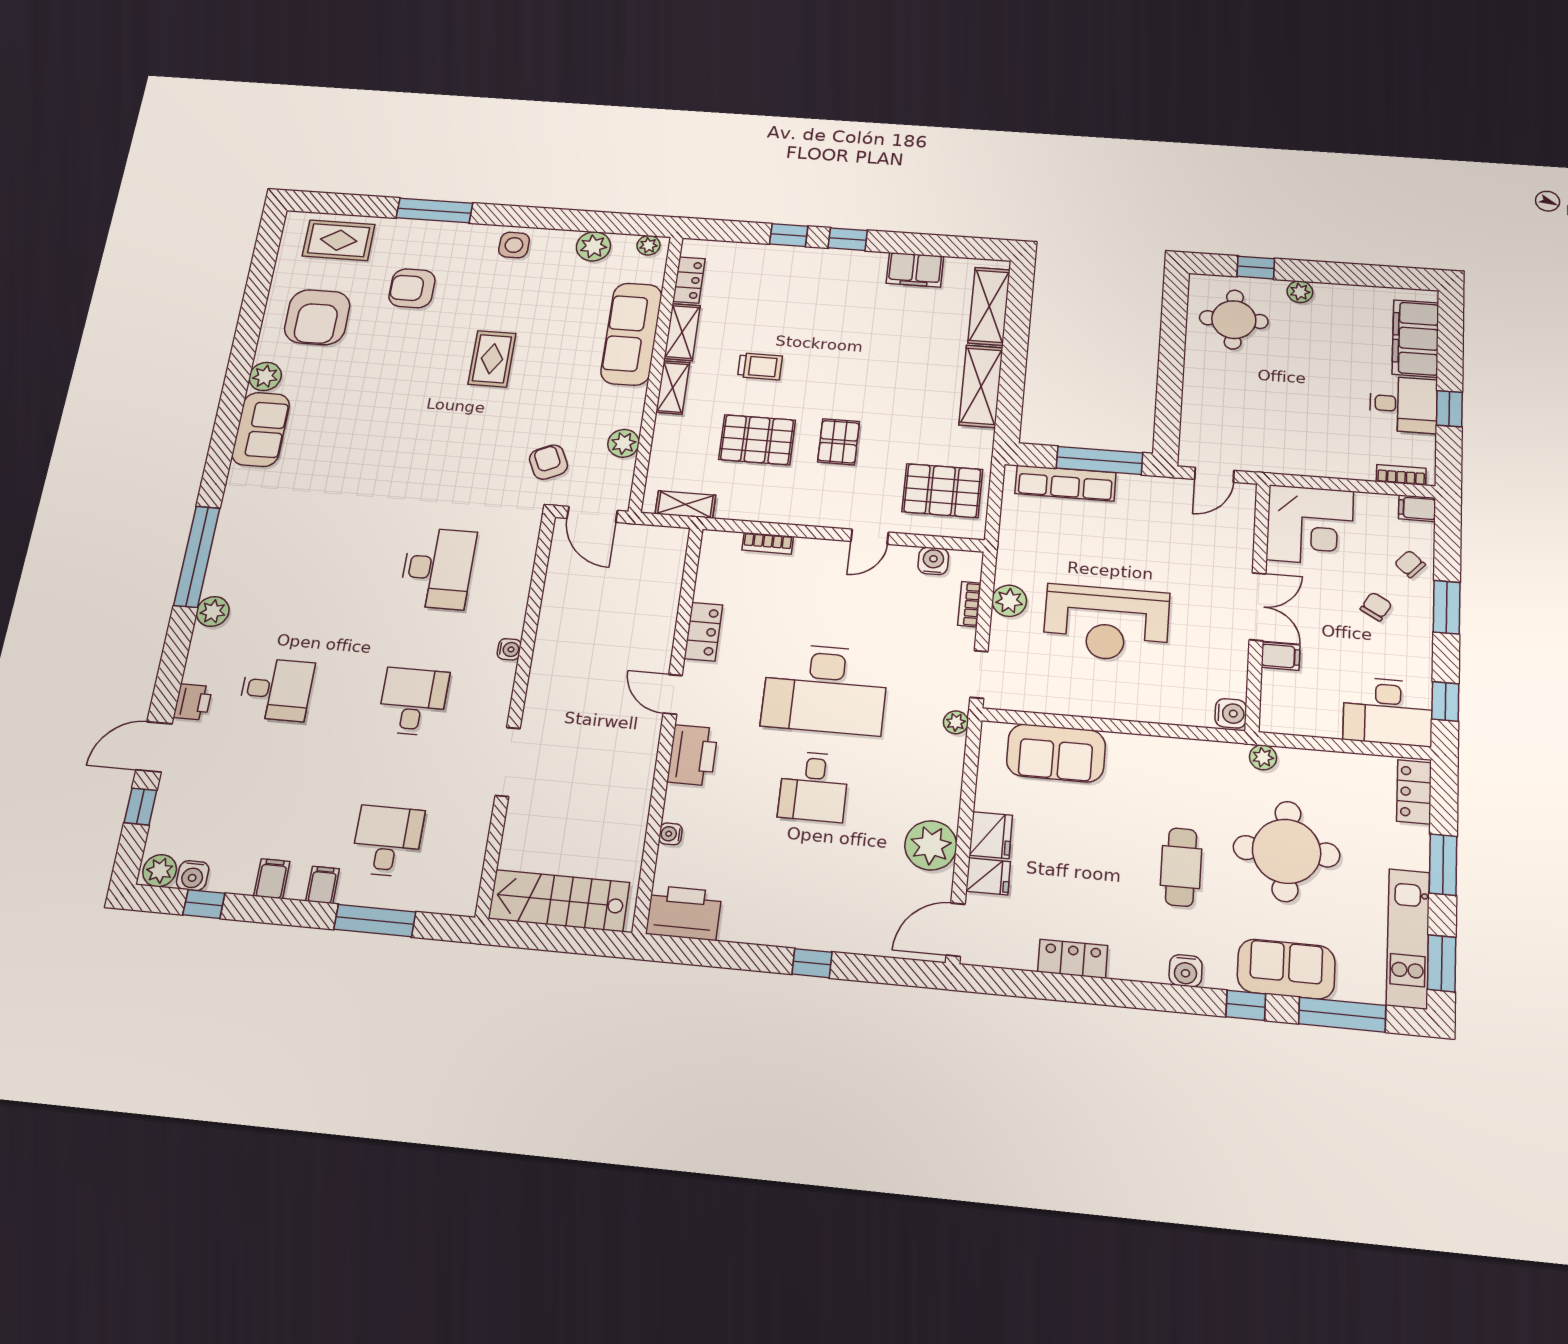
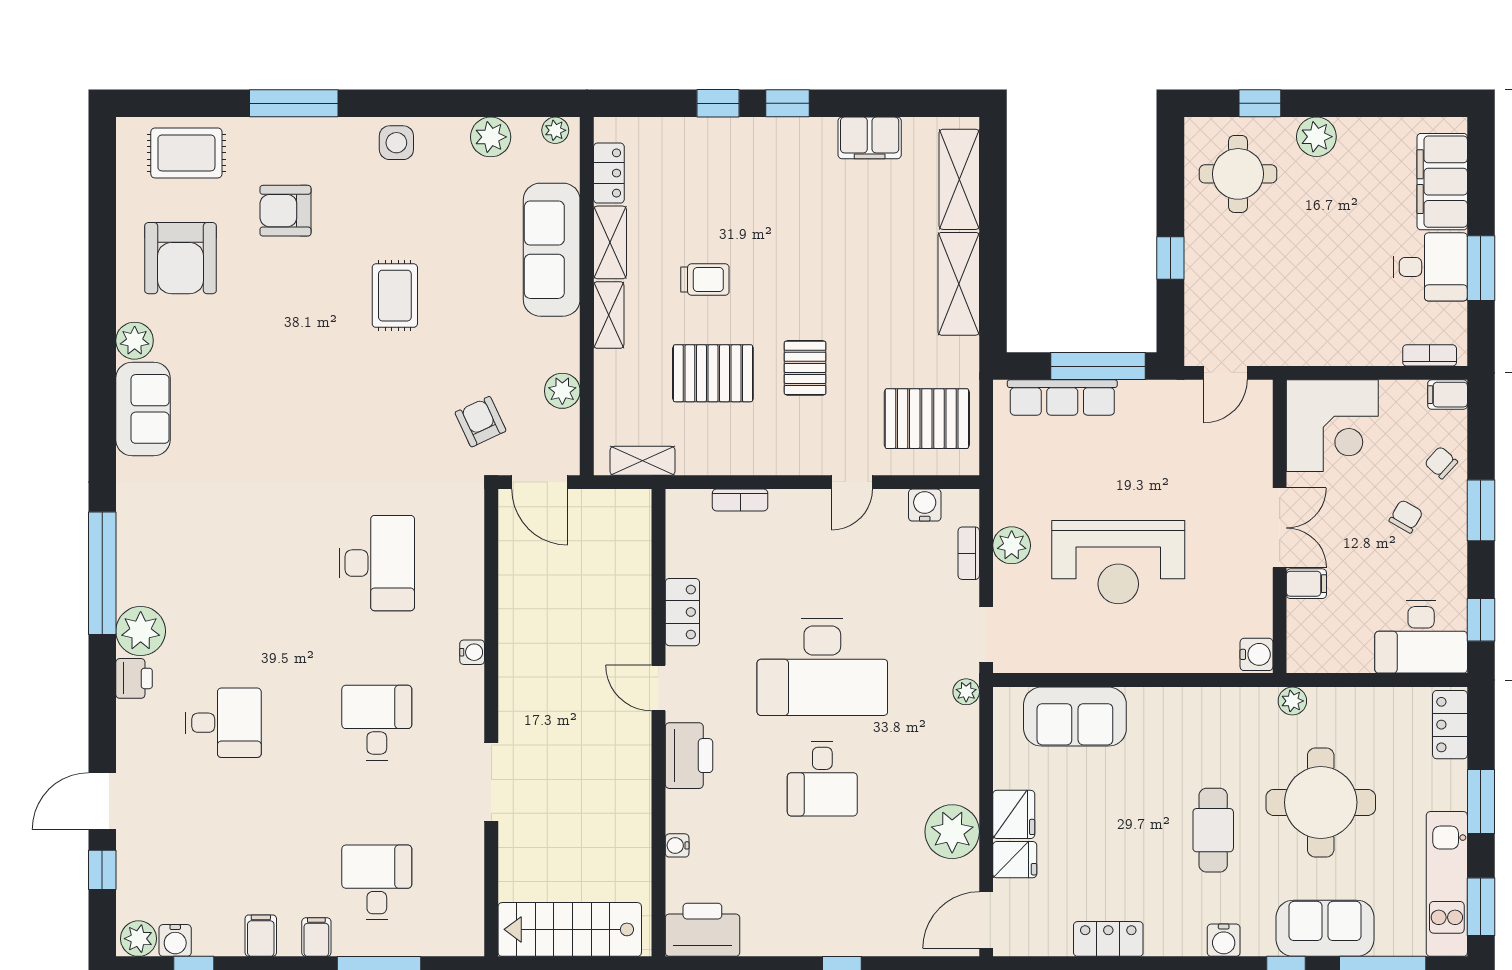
plant: (1300, 292) -> (1316, 137), width x1.38, depth x1.38
window: (1170, 380) -> (1170, 258), added
window: (1449, 409) -> (1481, 268), width x1.50
plant: (213, 611) -> (141, 631), width x1.36, depth x1.36
printer: (193, 702) -> (134, 678), moved

